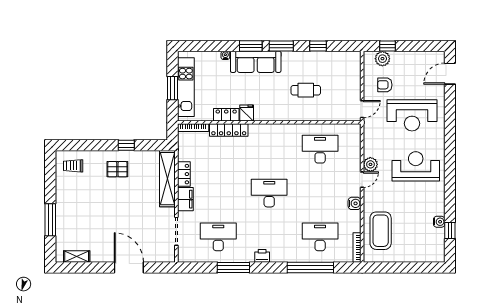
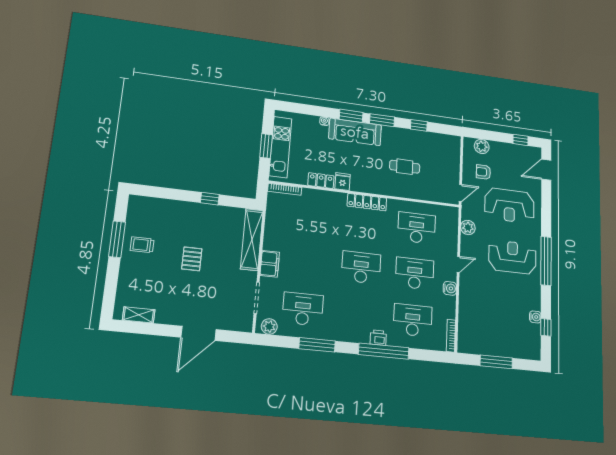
window: (388, 46) -> (520, 140), moved
locker: (229, 130) -> (367, 202), moved
plant: (370, 164) -> (468, 227), moved
trolley: (73, 166) -> (142, 245), moved
window: (450, 166) -> (546, 261), added
pallet: (117, 169) -> (192, 259), moved, turned 90
locker: (184, 174) -> (270, 237), removed
desk: (320, 193) -> (415, 273), added
window: (50, 220) -> (117, 239), moved
coffee table: (381, 231) -> (476, 320), removed
plant: (190, 255) -> (269, 326), added
printer: (262, 256) -> (378, 338), moved
door: (129, 267) -> (198, 333), swing flipped
window: (310, 267) -> (384, 351), moved
window: (401, 267) -> (496, 362), added

